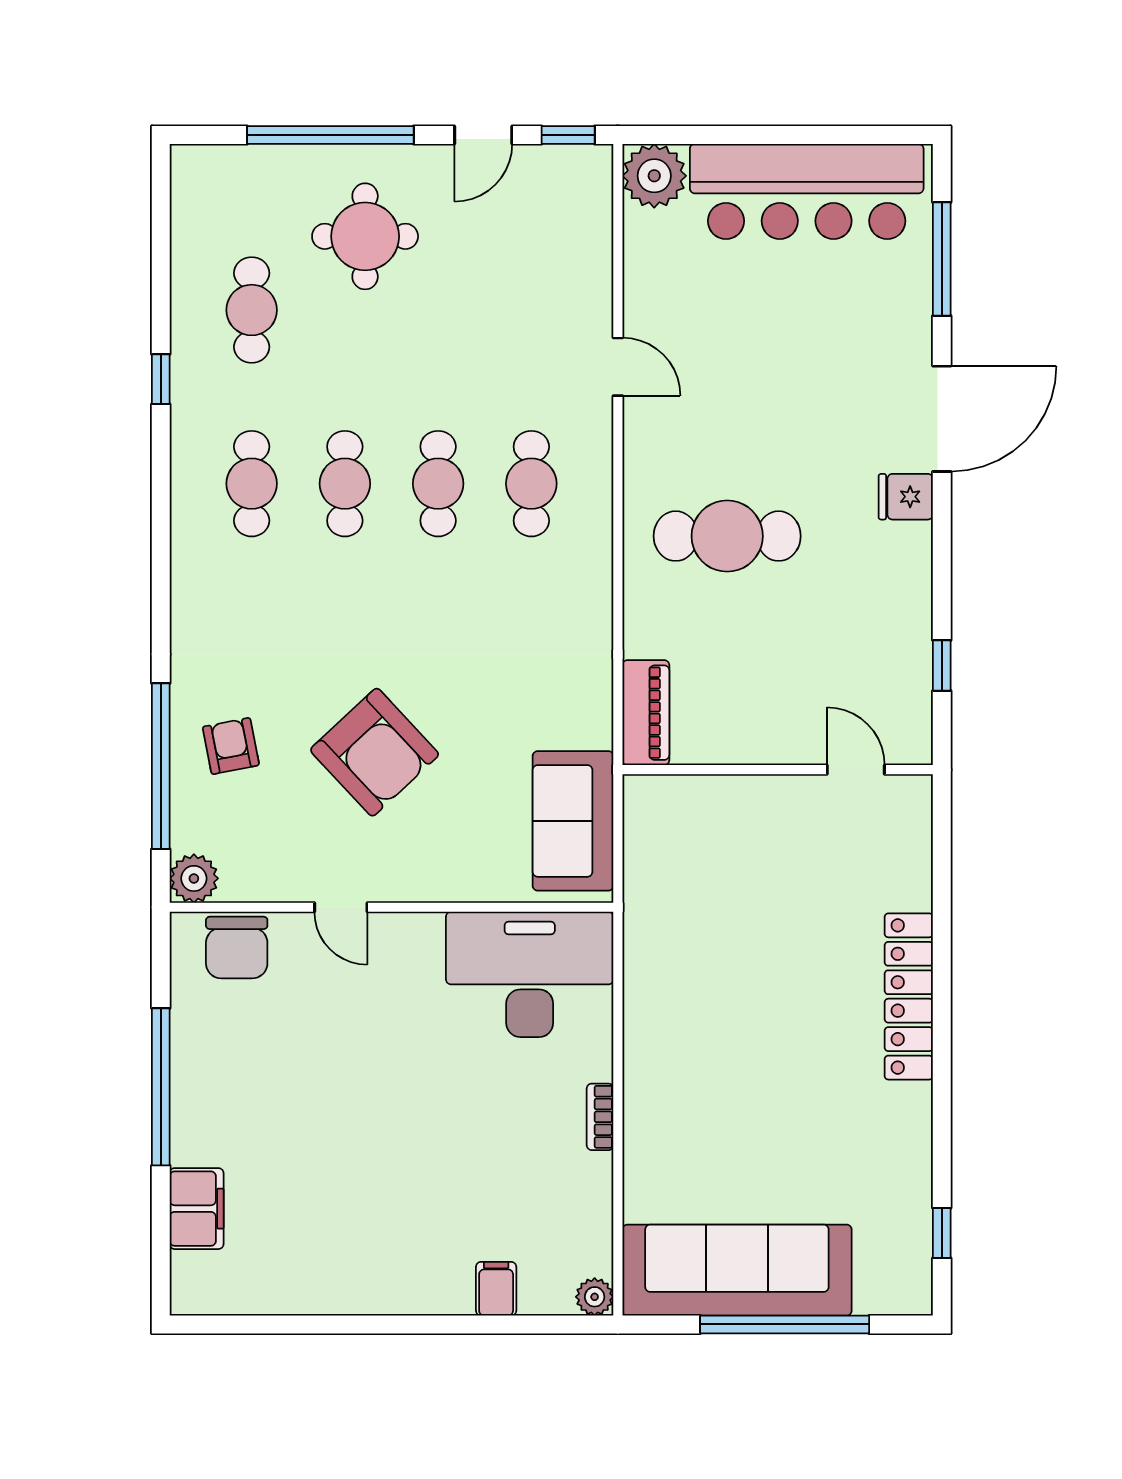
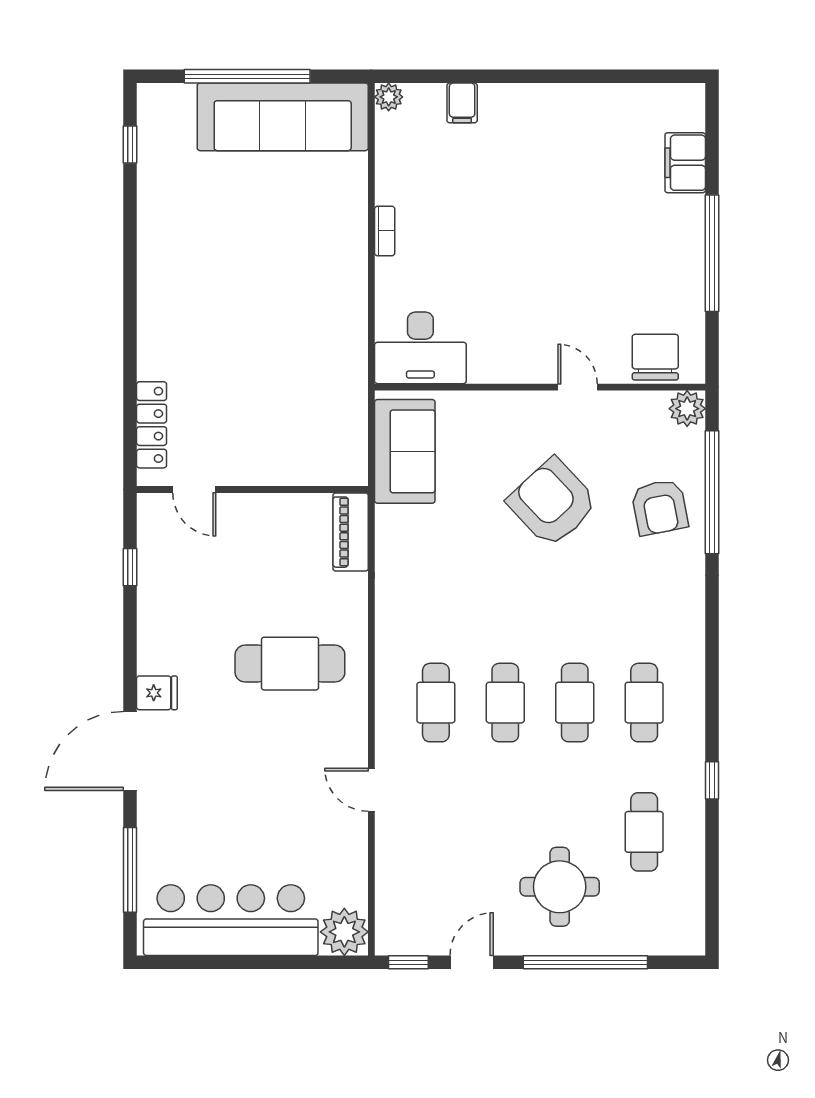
armchair: (231, 746) -> (660, 507), width x1.38, depth x1.38
desk: (530, 974) -> (420, 348), width x0.73, depth x0.77
locker: (909, 996) -> (152, 425), moved, width x0.71, depth x0.83

